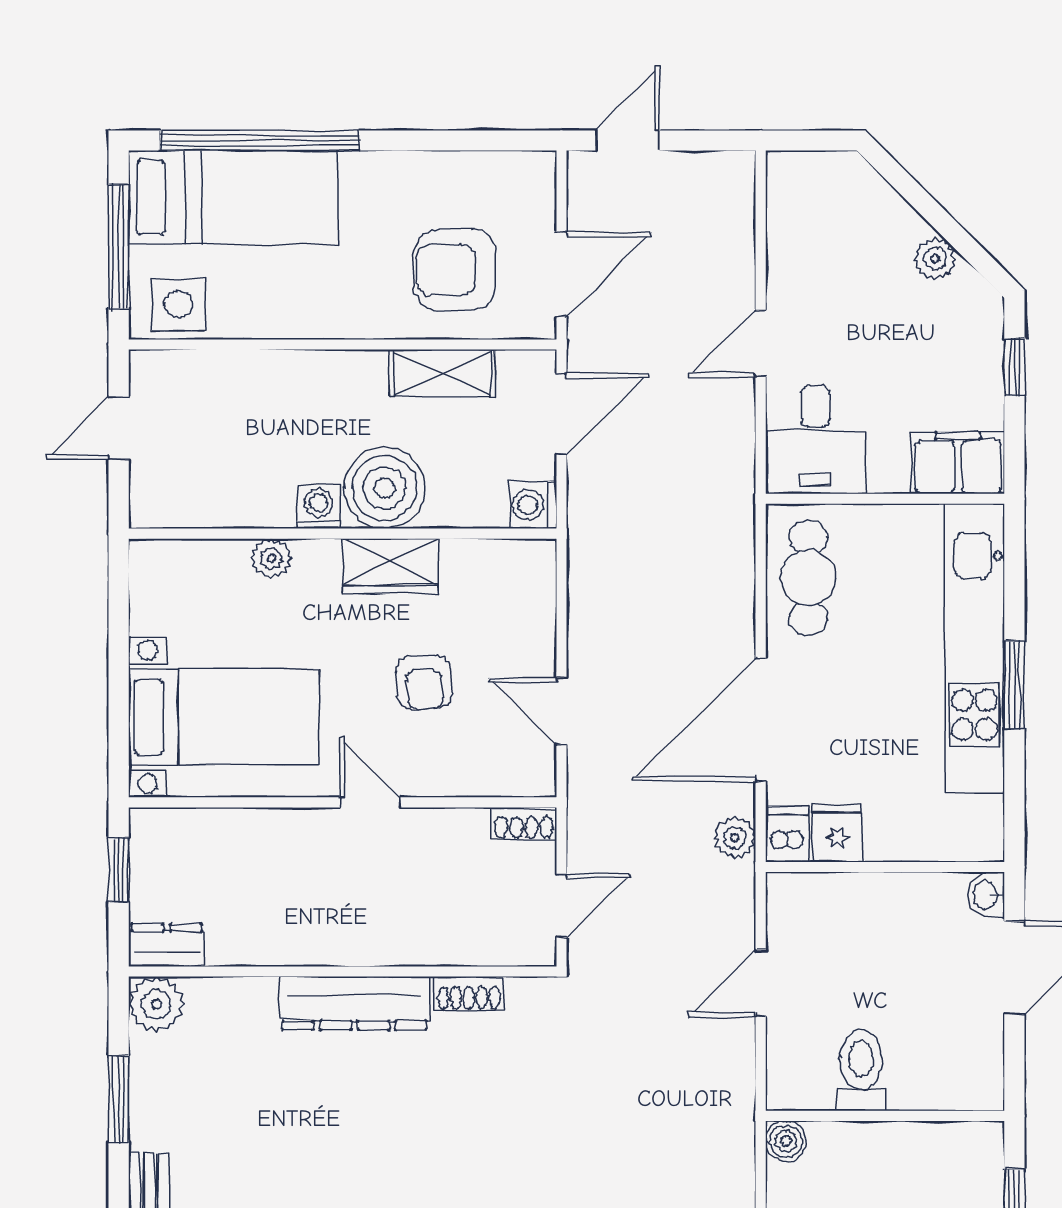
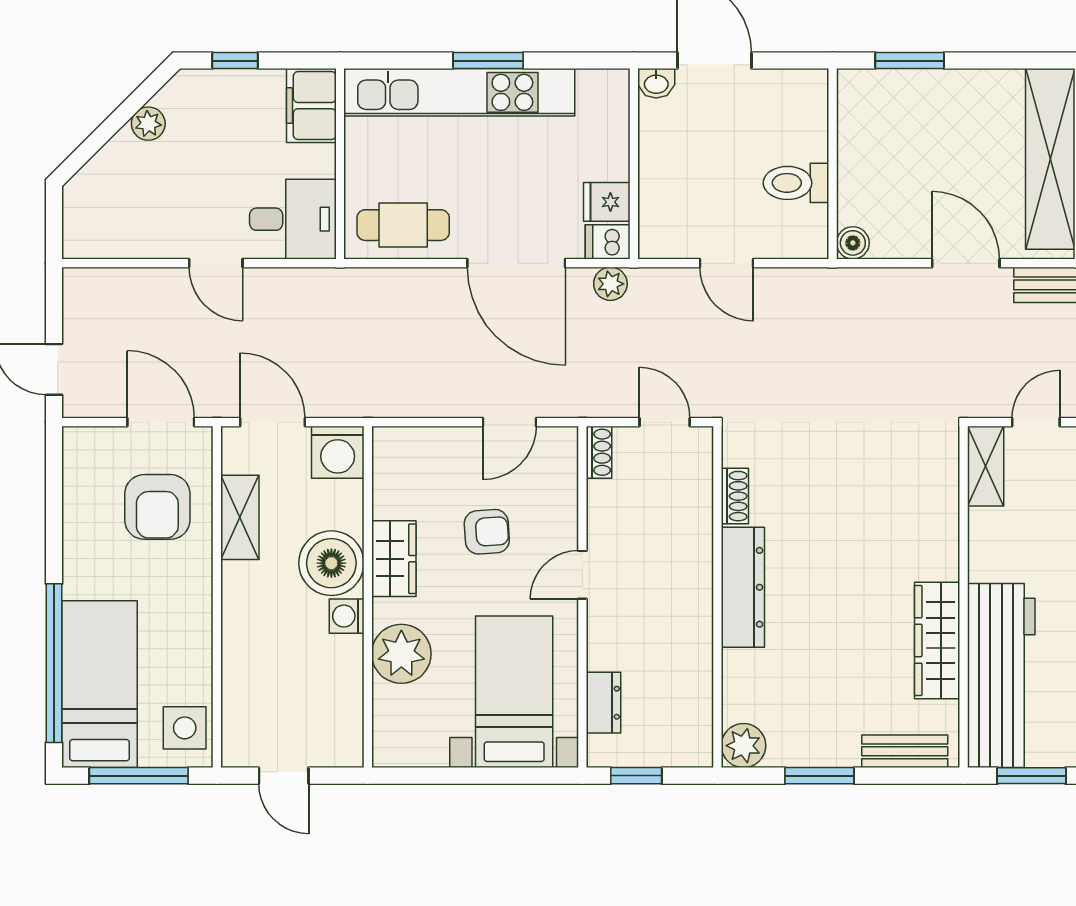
washing machine: (533, 505) -> (338, 452), width x1.38, depth x1.38
plant: (271, 558) -> (401, 654), width x1.88, depth x1.88
dresser: (167, 945) -> (603, 703), moved, turned 180

